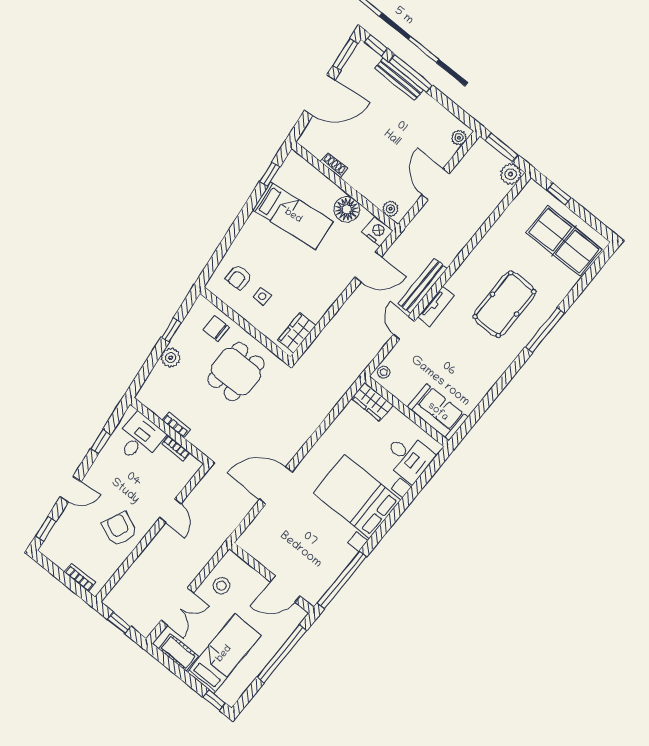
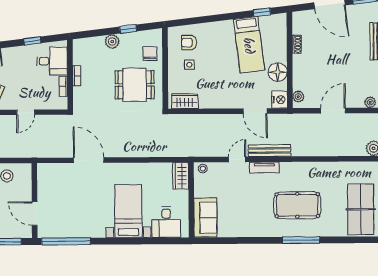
bed with nightstands: (357, 496) -> (128, 211), width x0.73

